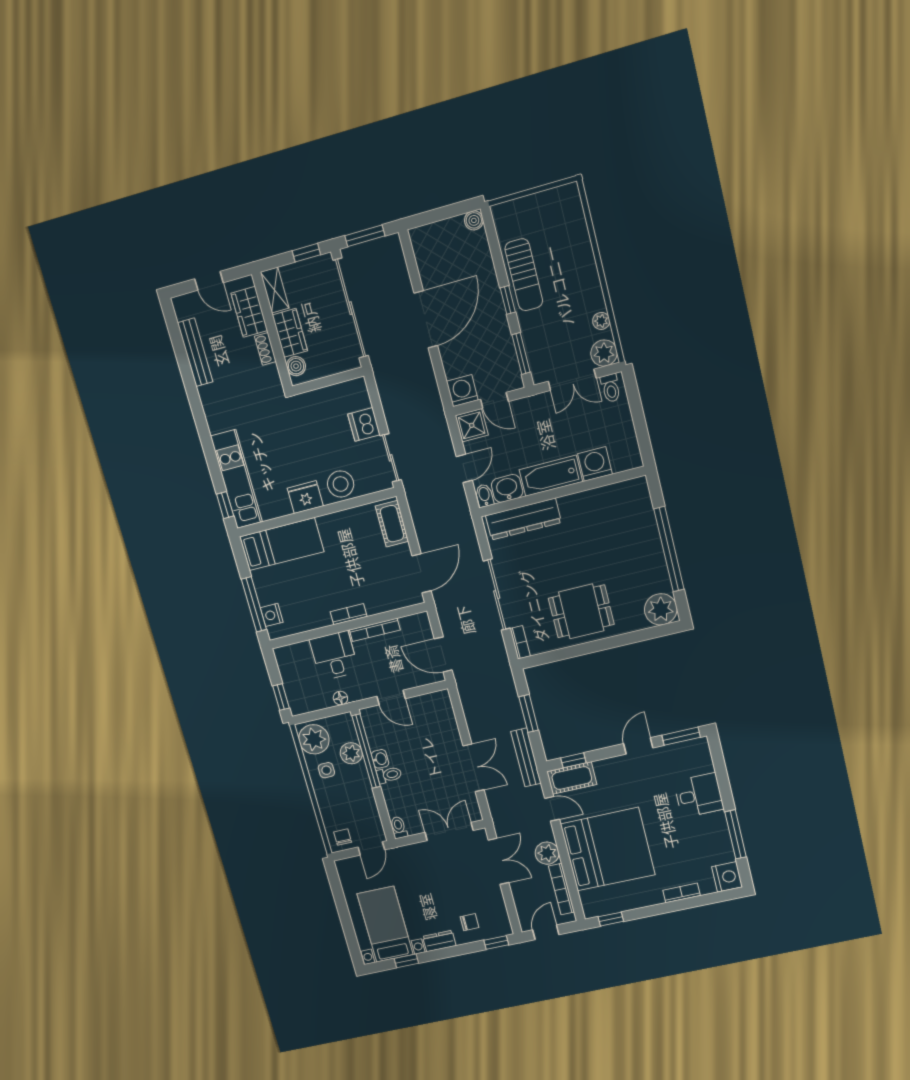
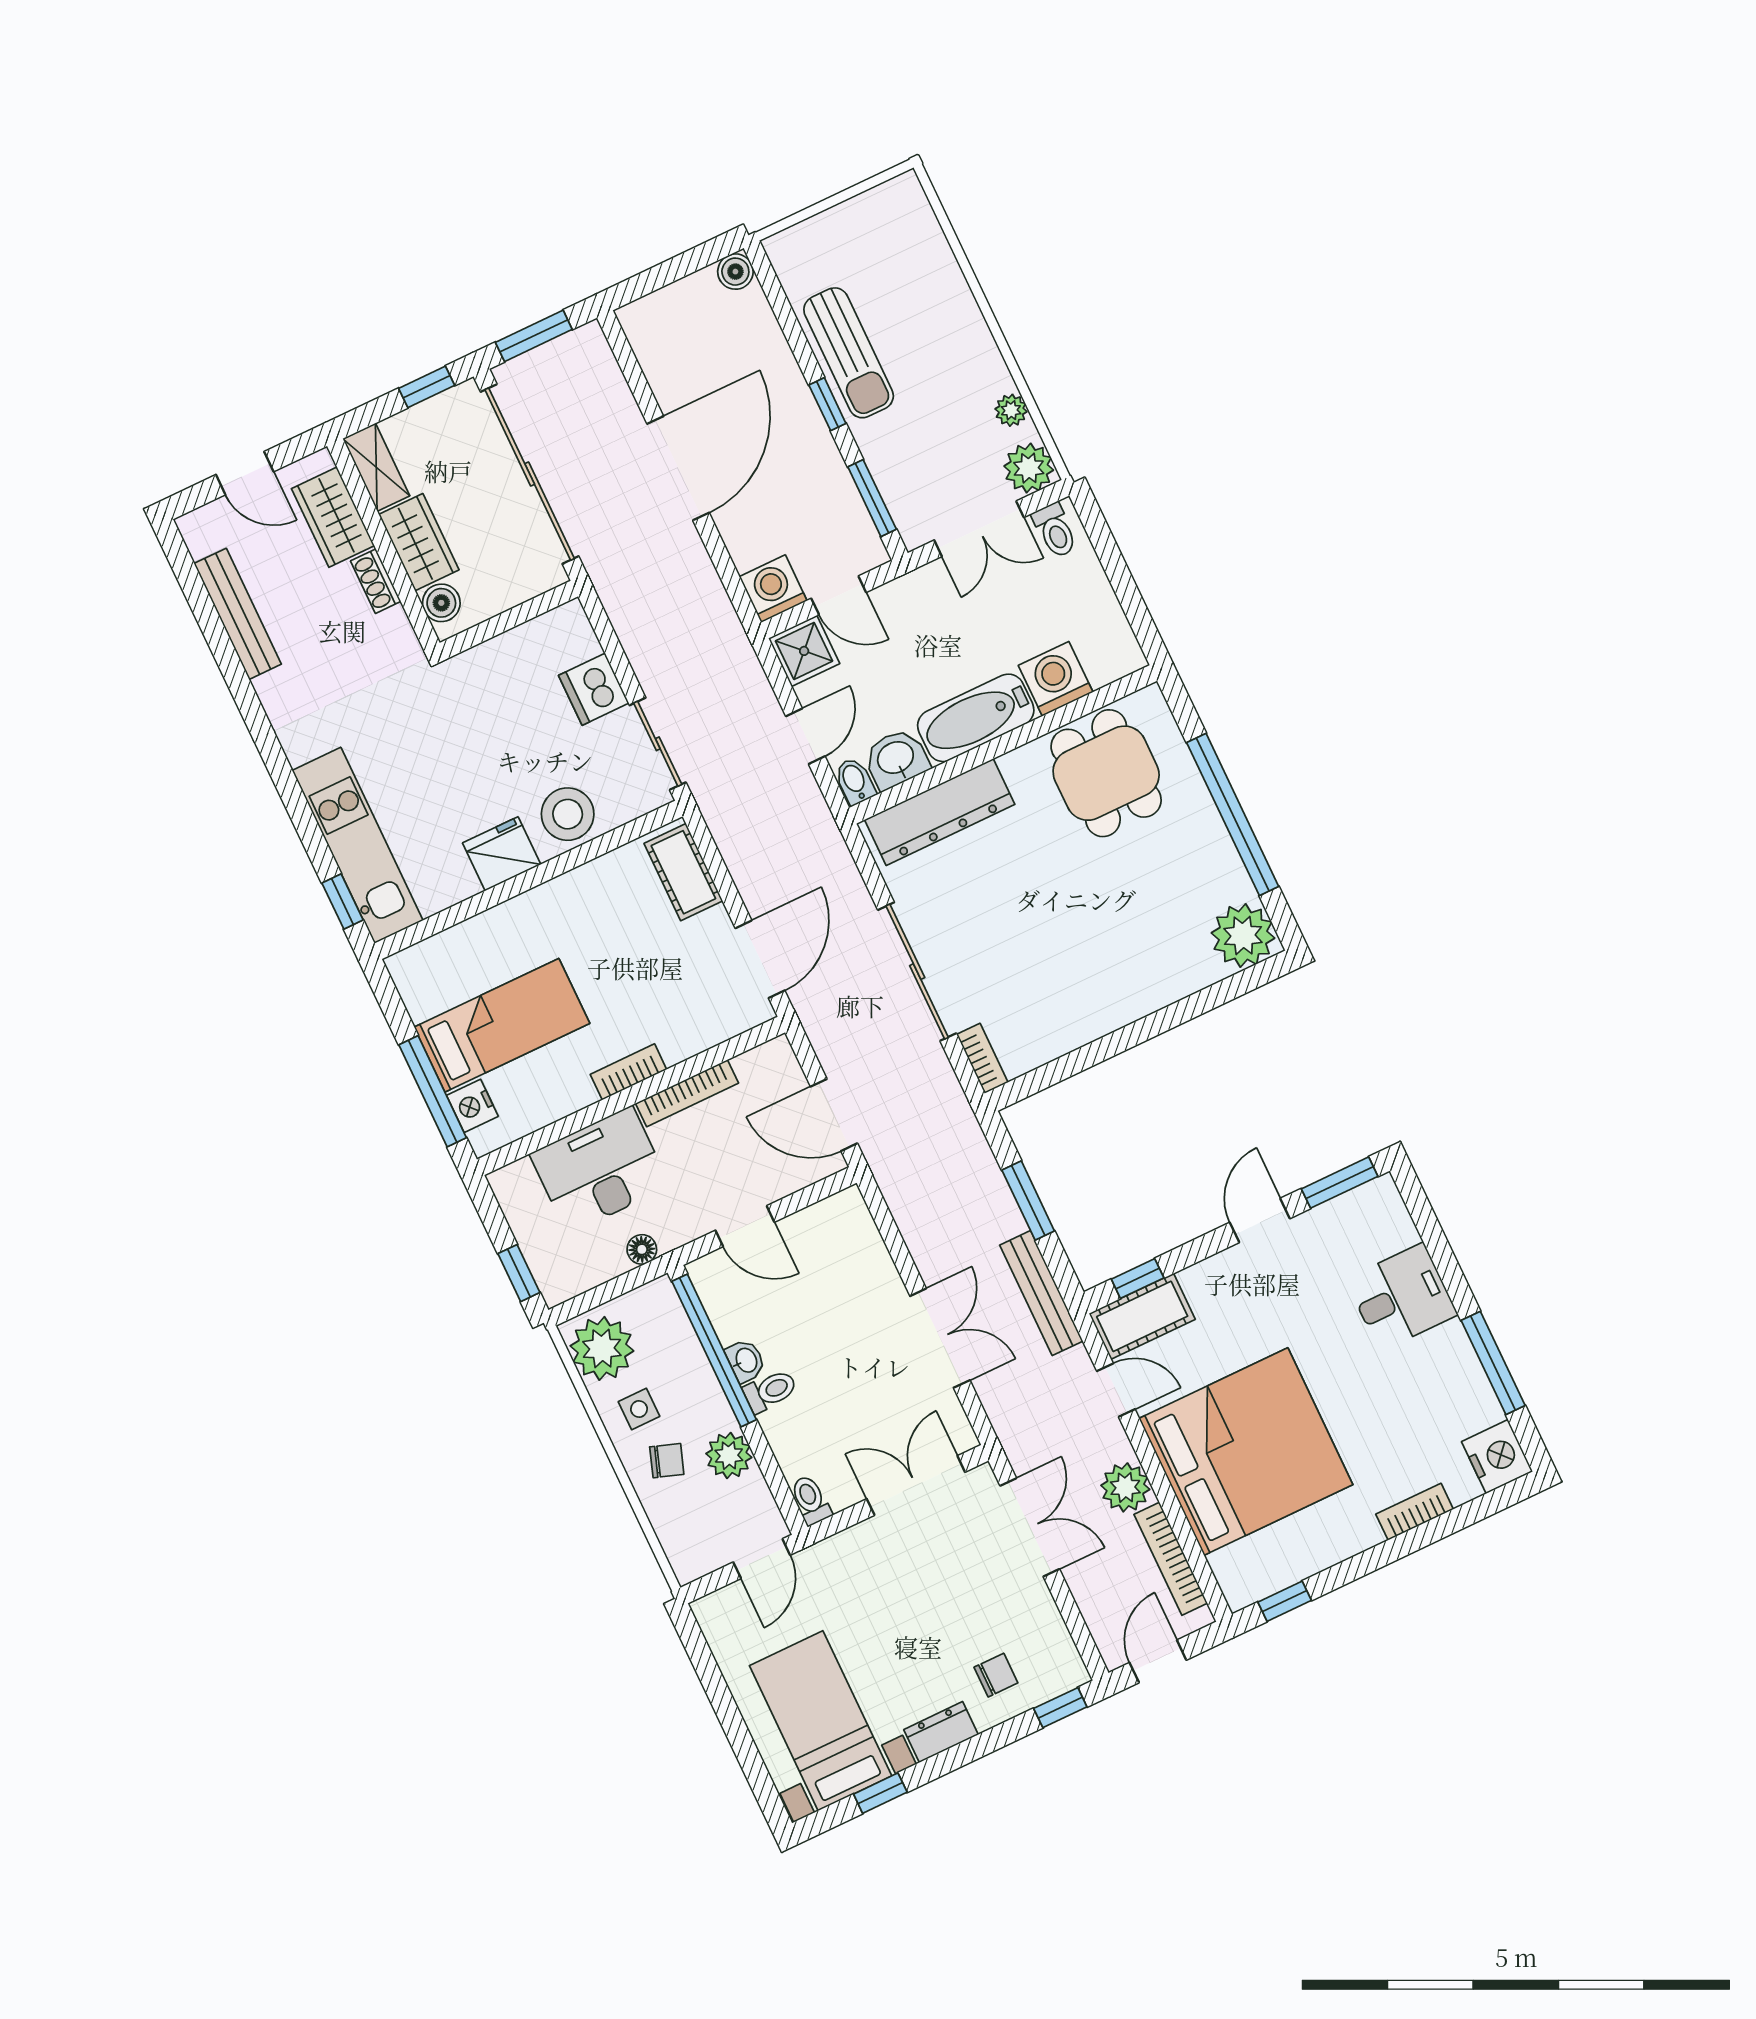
bed: (282, 544) -> (502, 1025), moved
dining table: (581, 611) -> (1106, 773), moved, turned 90
desk: (334, 656) -> (600, 1170), width x1.37
plant: (351, 753) -> (729, 1455), moved
chair: (343, 837) -> (667, 1461), moved, turned 109

